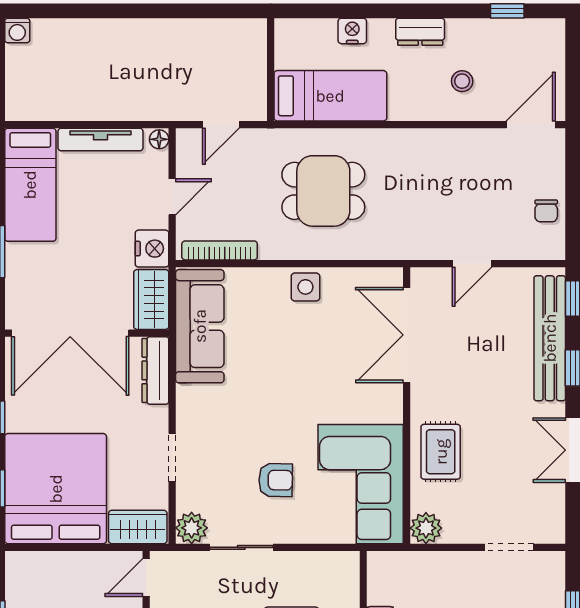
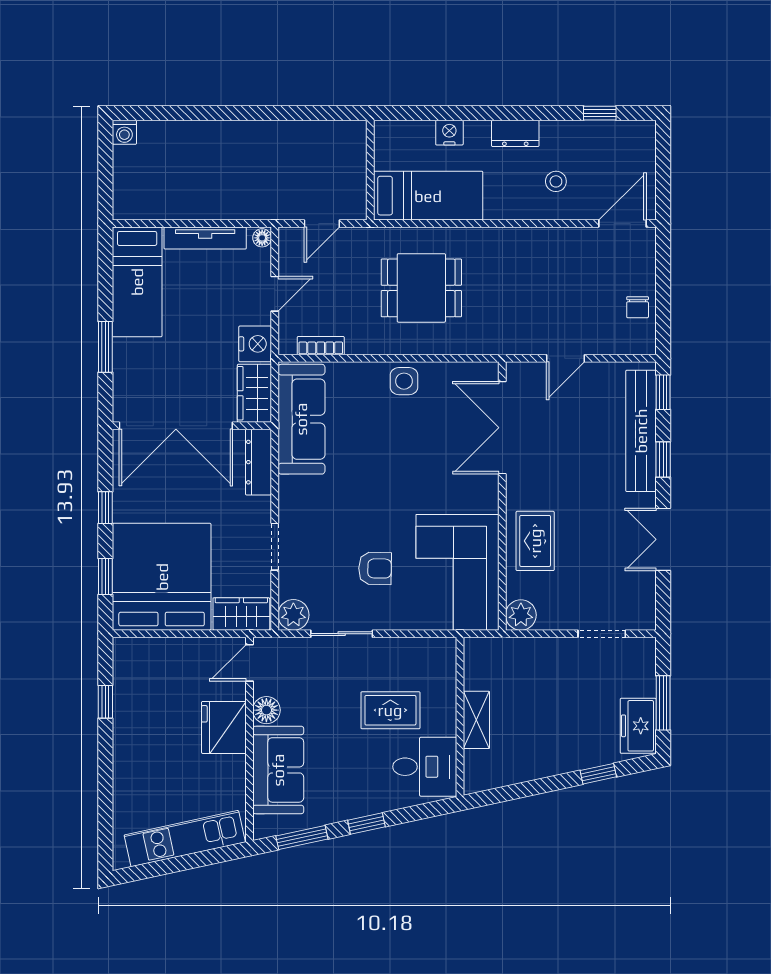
bookcase: (220, 250) -> (321, 346), width x0.64

